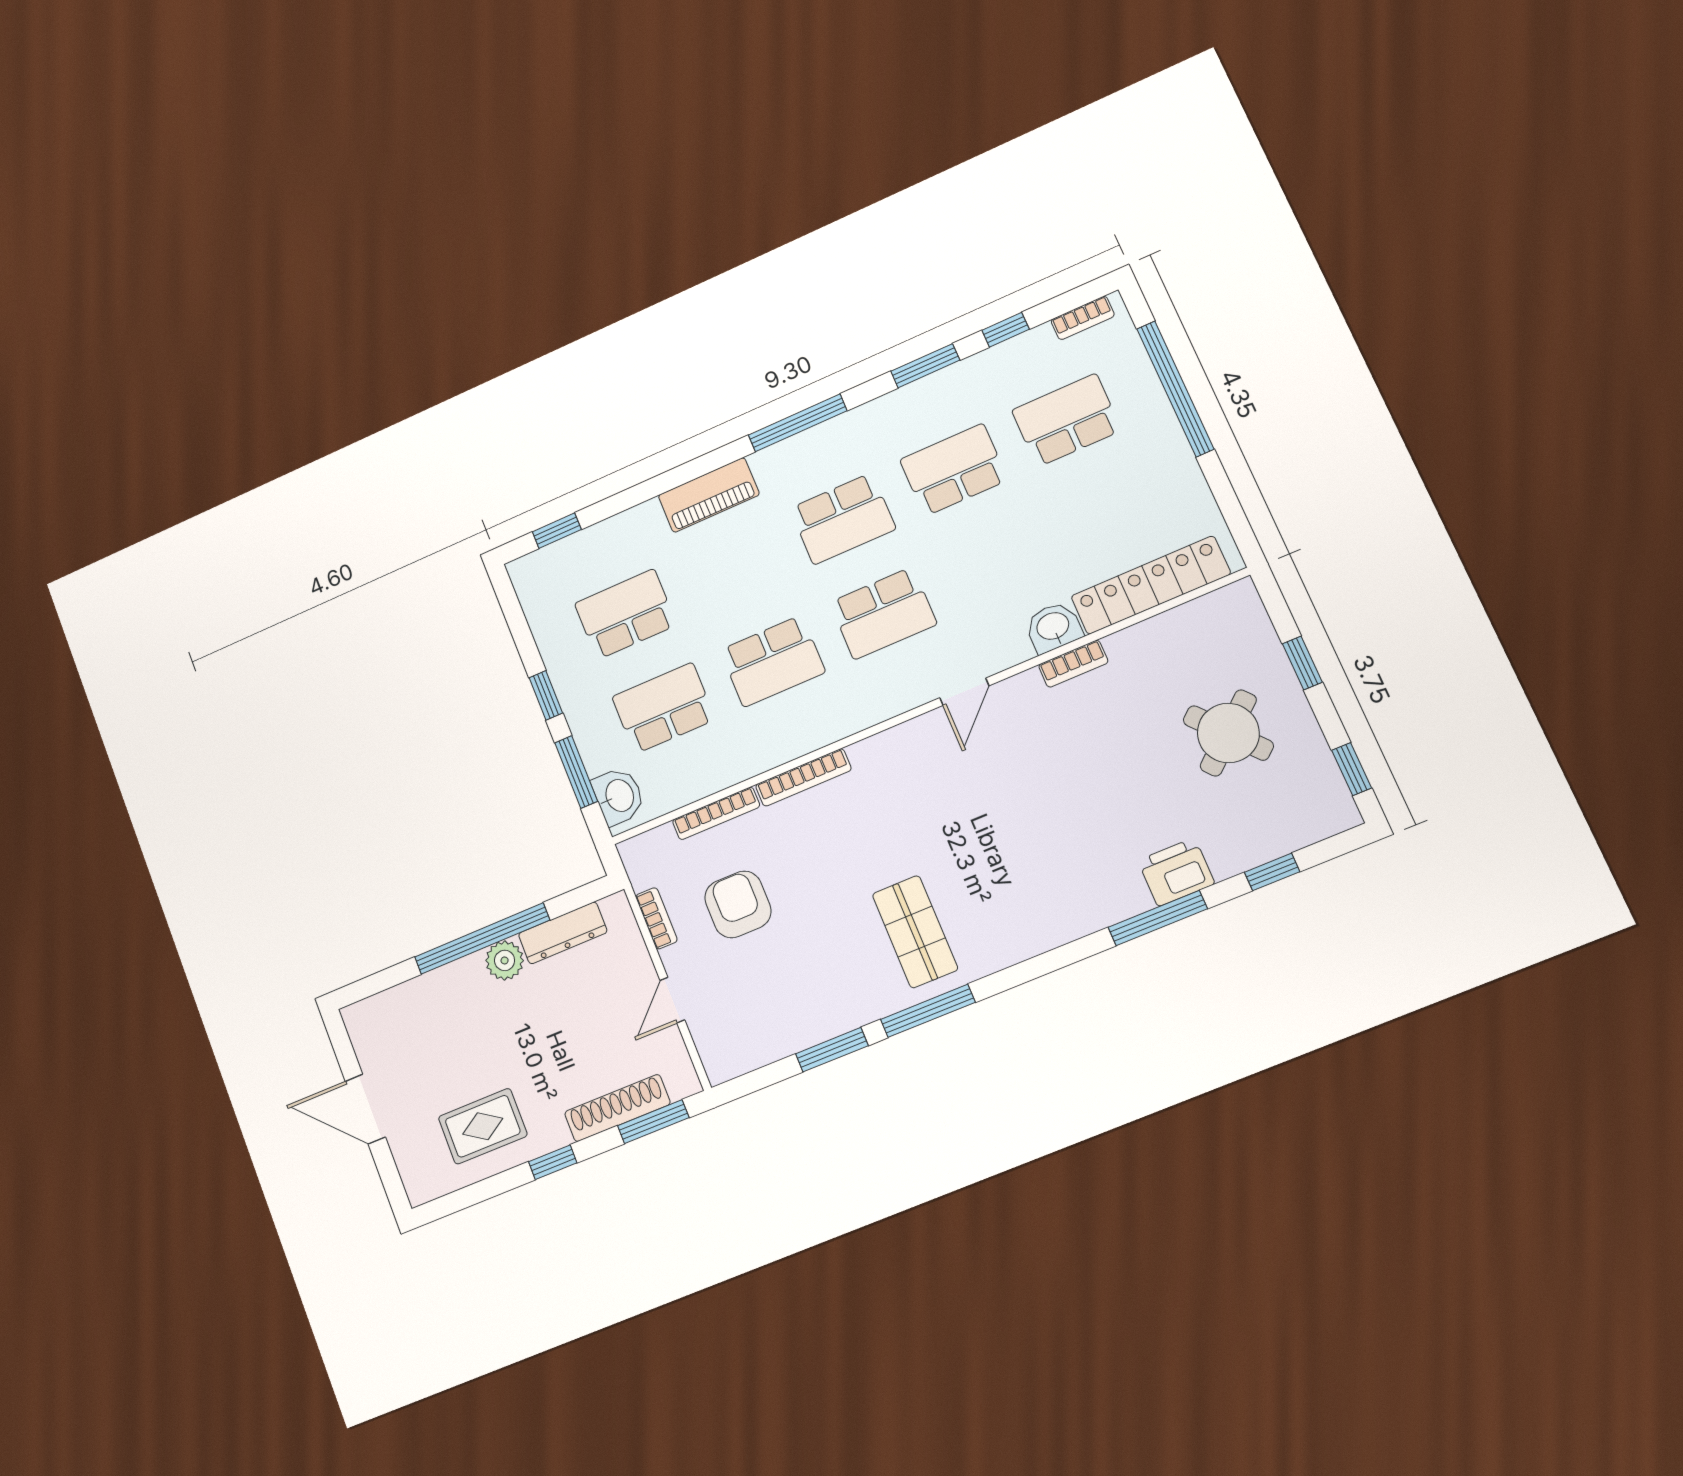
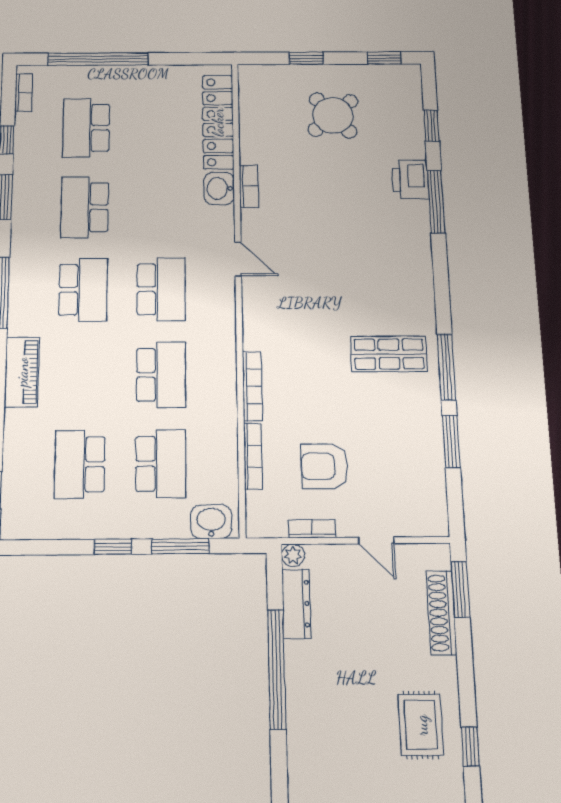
school desk: (664, 708) -> (161, 464), turned 180
plant: (505, 960) -> (293, 555), moved, width x0.73, depth x0.73
window: (553, 1162) -> (470, 747), moved

